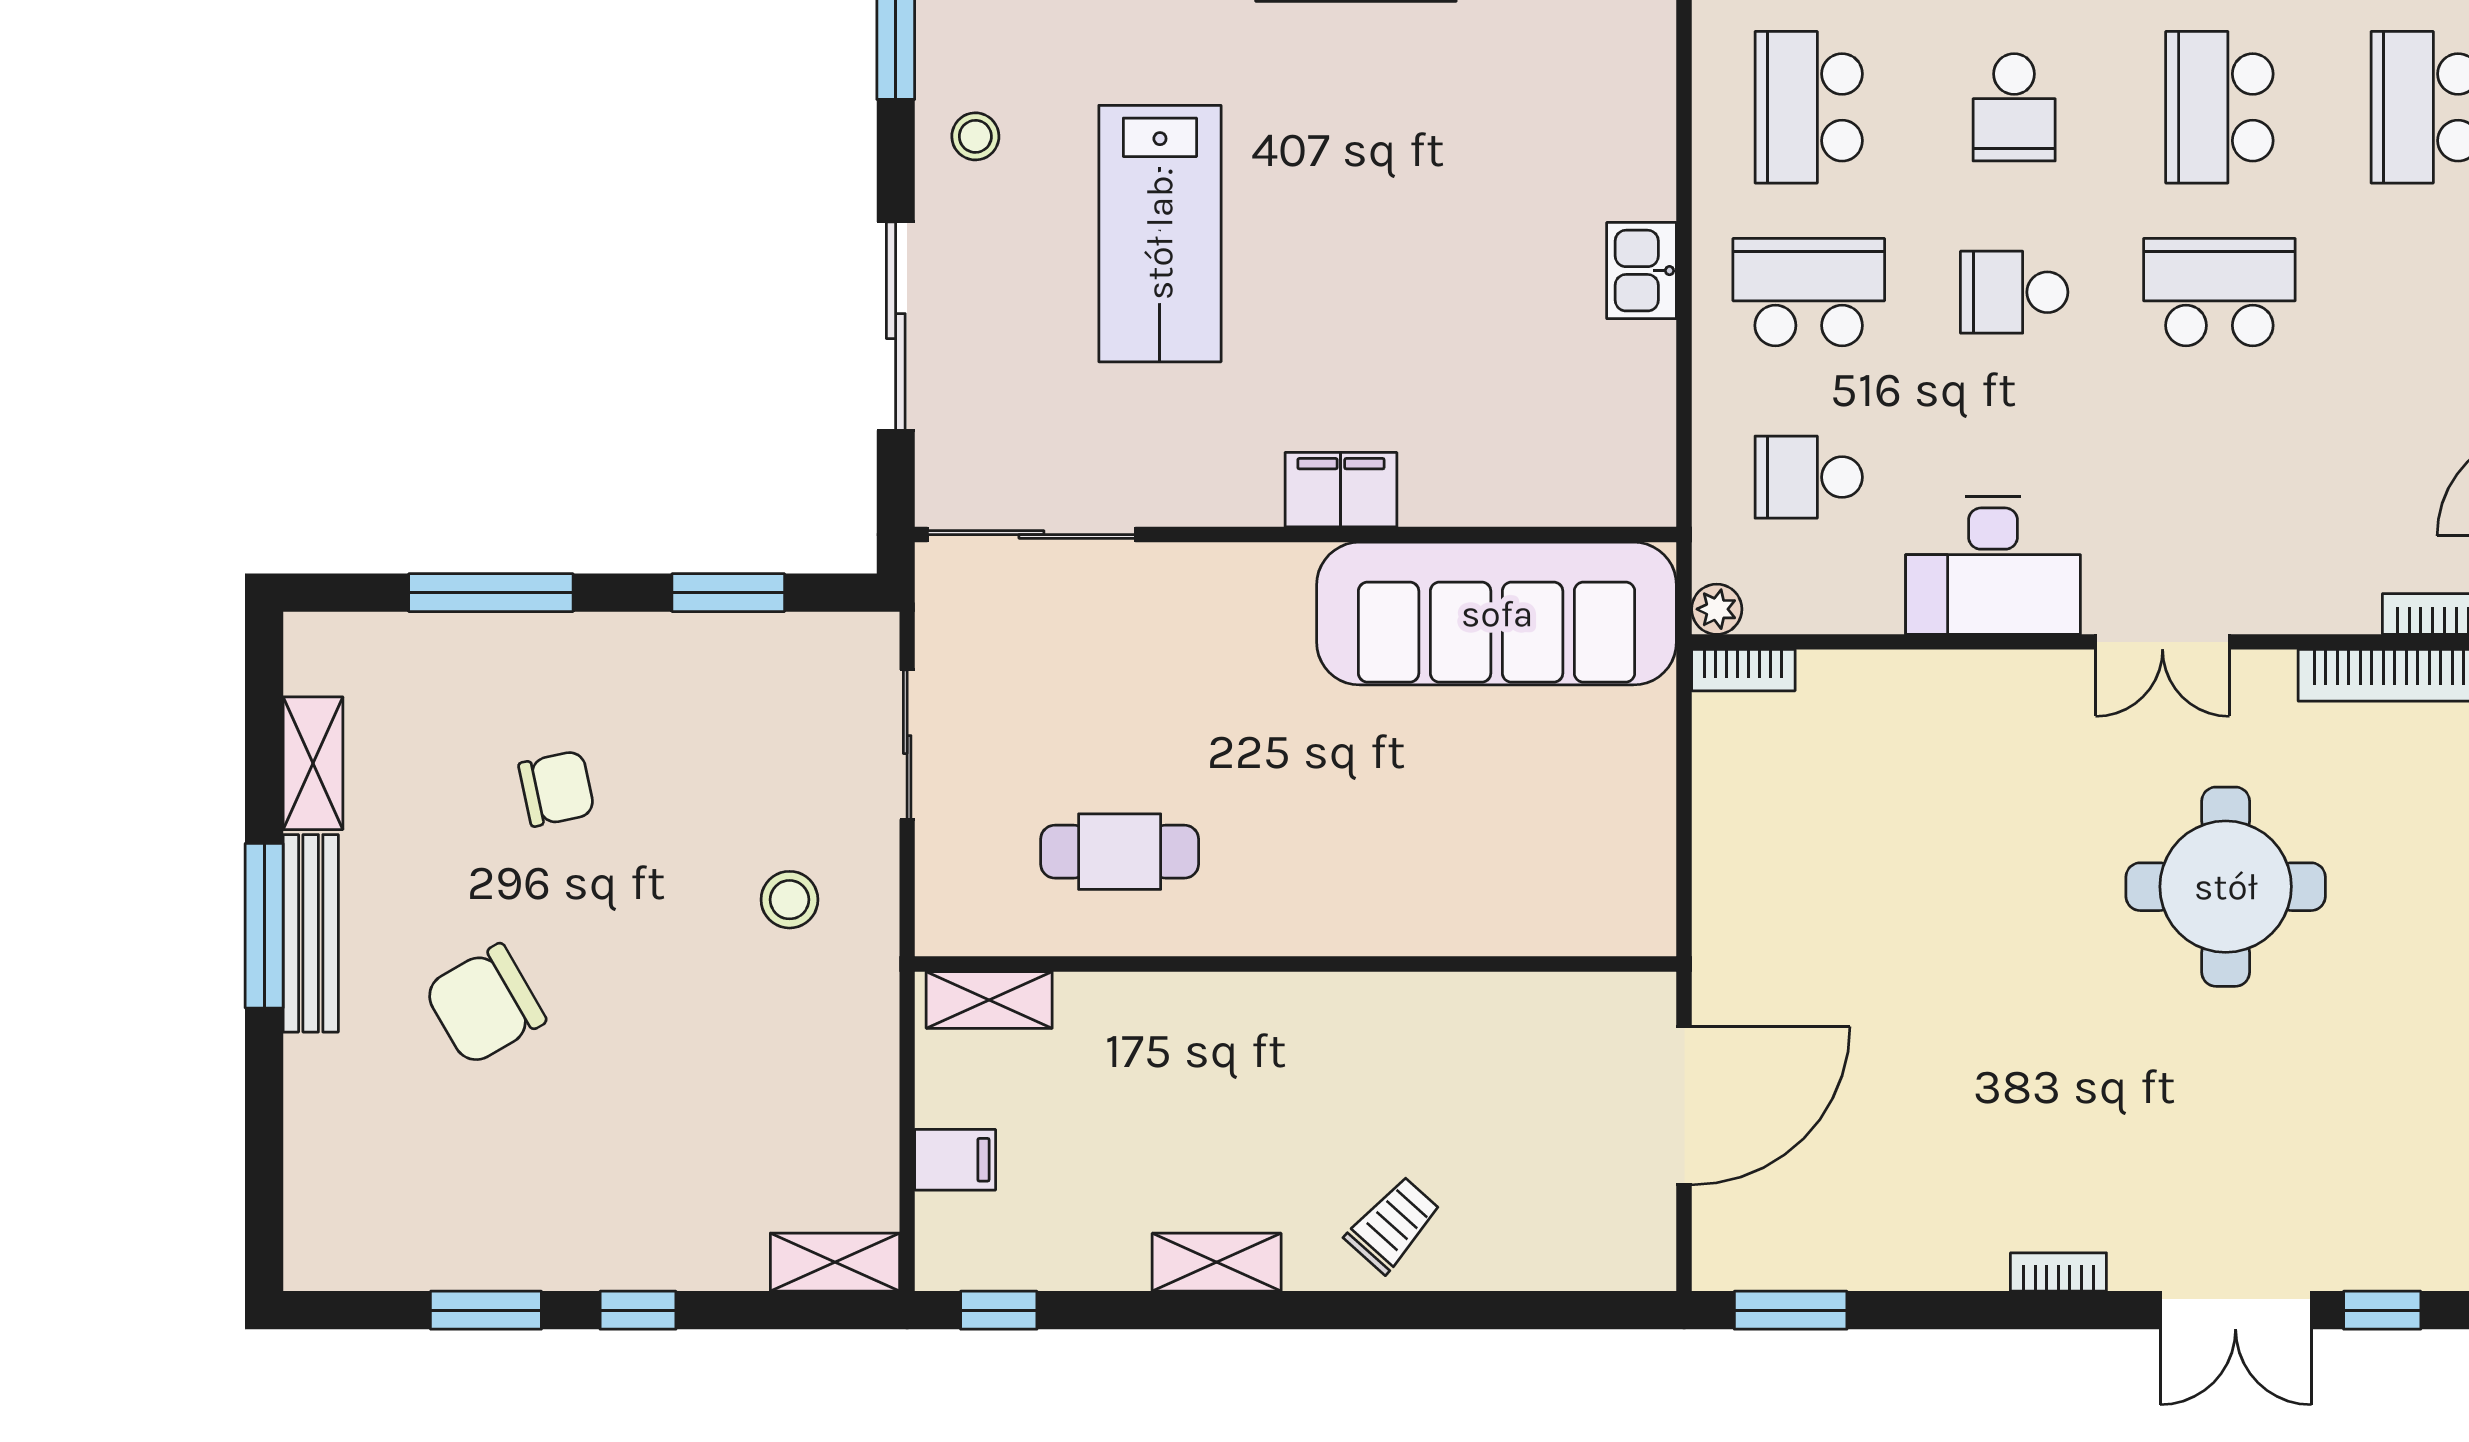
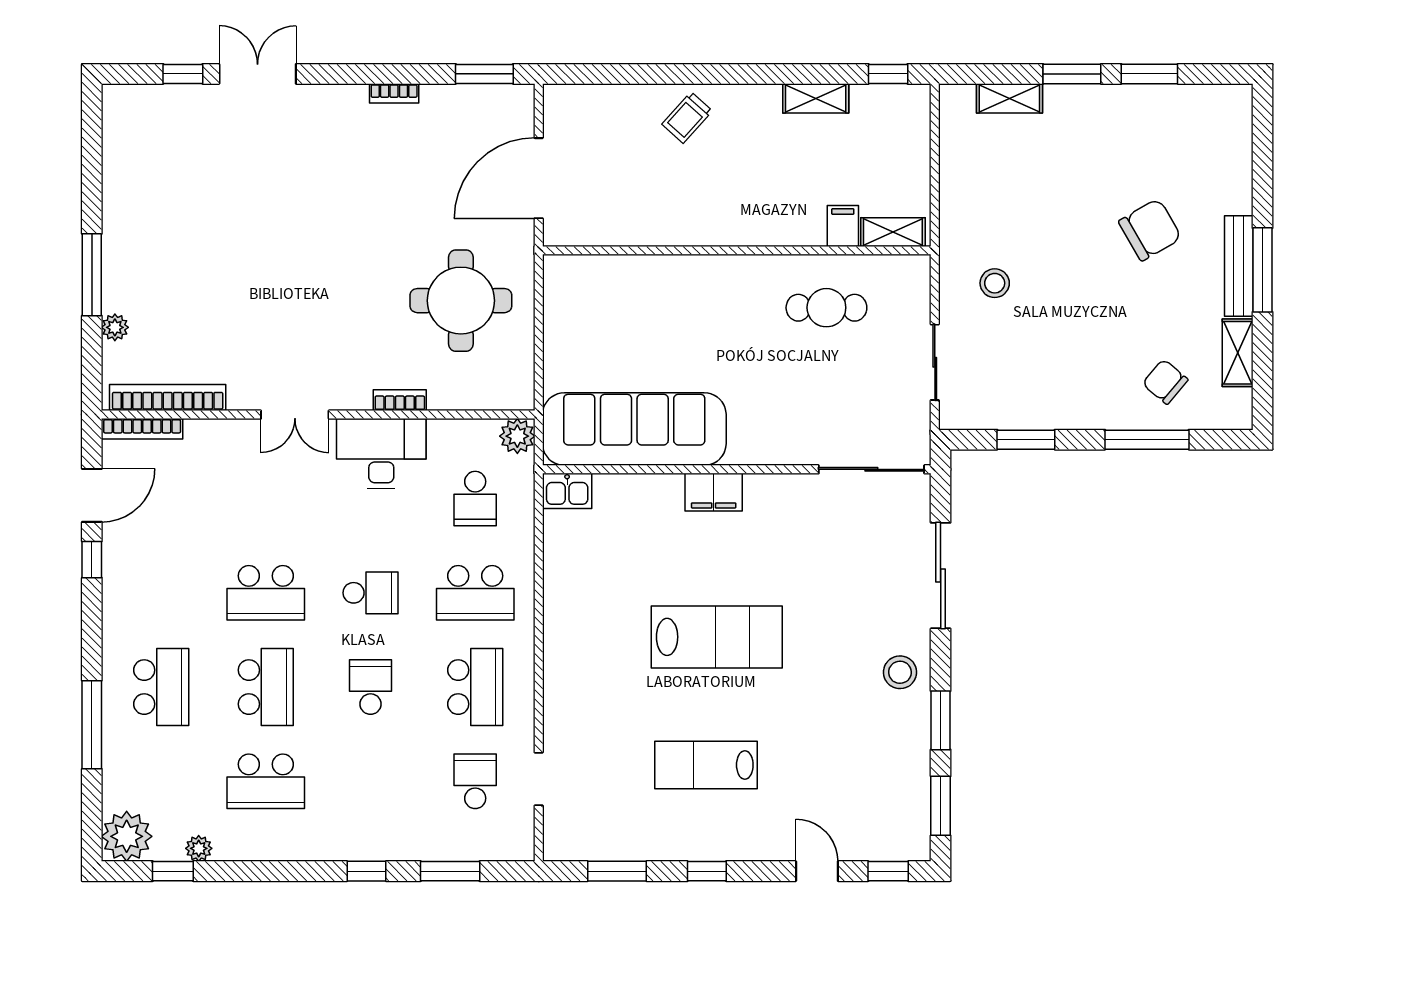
stool: (975, 136) -> (900, 672), width x1.37, depth x1.37
lab bench: (1160, 234) -> (717, 637), moved, turned 90
kitchen sink: (1642, 271) -> (567, 491), moved, turned 90
school desk: (1809, 477) -> (475, 499), turned 90
plant: (1717, 609) -> (517, 436), width x1.38, depth x1.38
double door: (2163, 642) -> (295, 415), swing flipped
bookcase: (1743, 670) -> (400, 400), moved
chair: (557, 788) -> (1165, 382), moved, turned 52
round table: (2226, 887) -> (461, 301), moved
filing cabinet: (955, 1160) -> (843, 226), moved, turned 90
shelving: (835, 1262) -> (1009, 98), moved
shelving: (1217, 1262) -> (816, 98), moved
bookcase: (2058, 1272) -> (394, 93), moved
window: (638, 1310) -> (1072, 74), width x1.50

